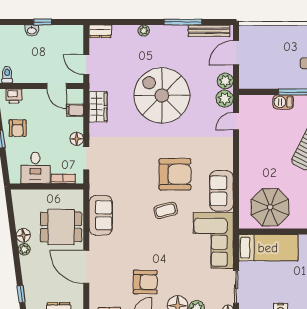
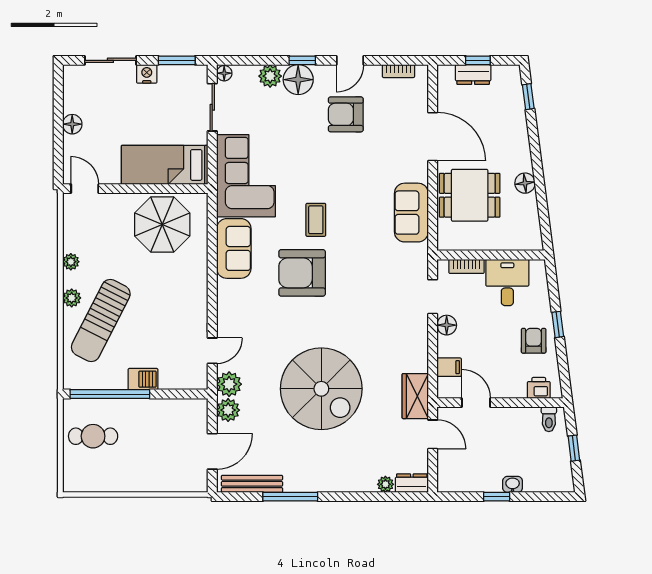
plant: (144, 31) -> (385, 484), moved
wardrobe: (98, 107) -> (415, 396), moved
coffee table: (166, 210) -> (316, 220), turned -76
plant: (24, 249) -> (524, 163), removed

